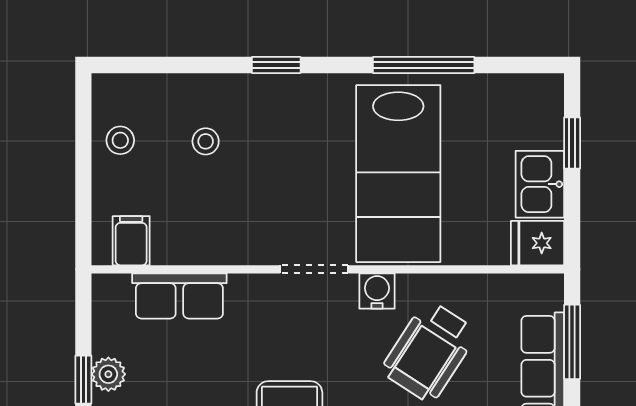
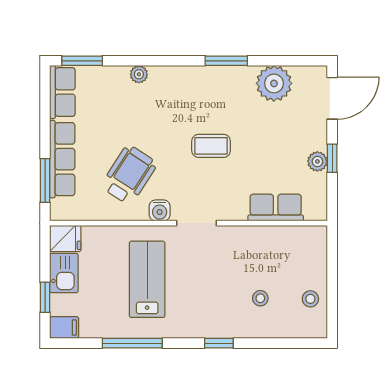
lab bench: (398, 174) -> (147, 279), width x0.73, depth x0.72
filing cabinet: (131, 241) -> (64, 328), moved, turned -90

